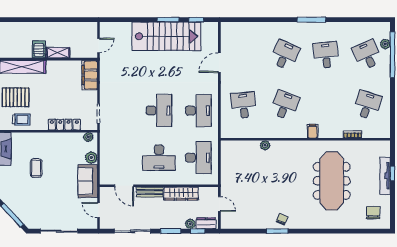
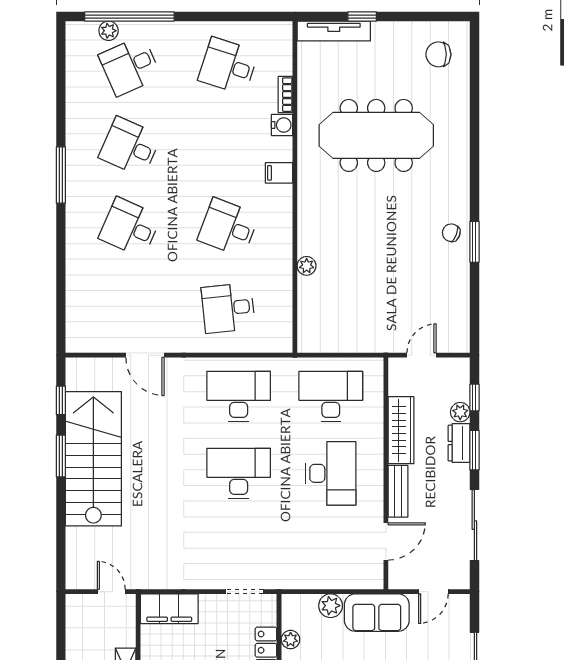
desk: (326, 55) -> (130, 147), turned 30
water cooler: (337, 133) -> (282, 125), added
plant: (88, 137) -> (291, 640), moved
tv unit: (385, 176) -> (334, 31), moved
dresser: (206, 223) -> (459, 443), moved

